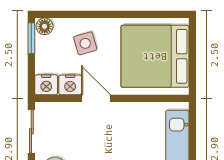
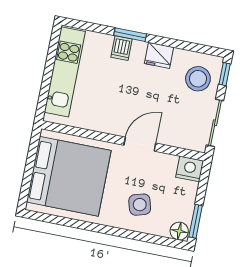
nightstand: (70, 85) -> (164, 164), removed
door: (96, 98) -> (140, 144), swing flipped

